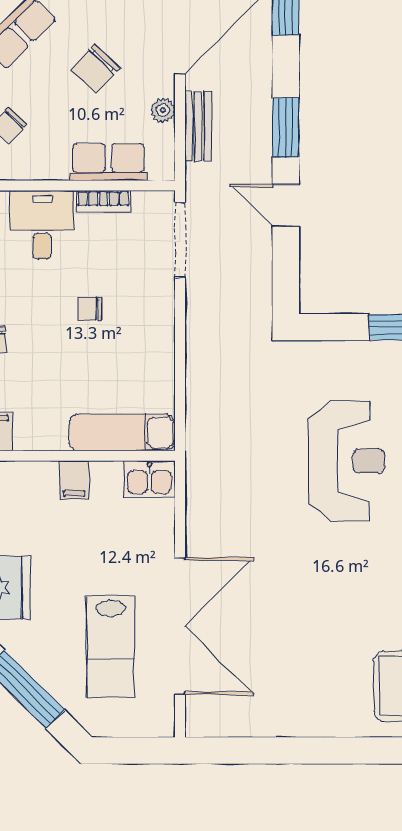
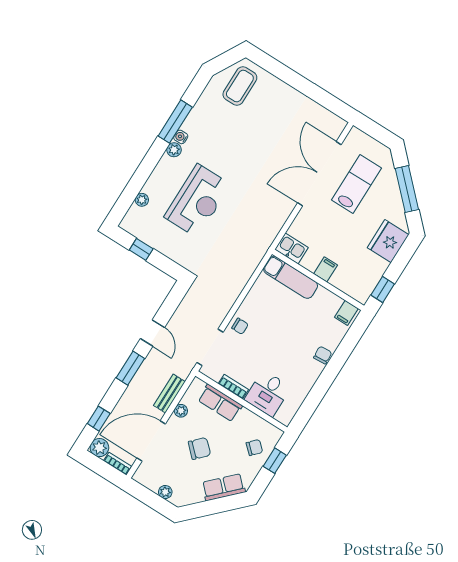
chair: (90, 309) -> (240, 326), moved
reception desk: (347, 461) -> (197, 201), turned 180

